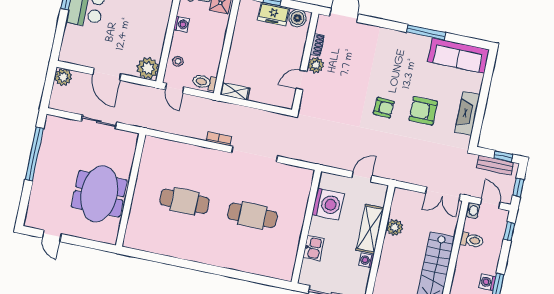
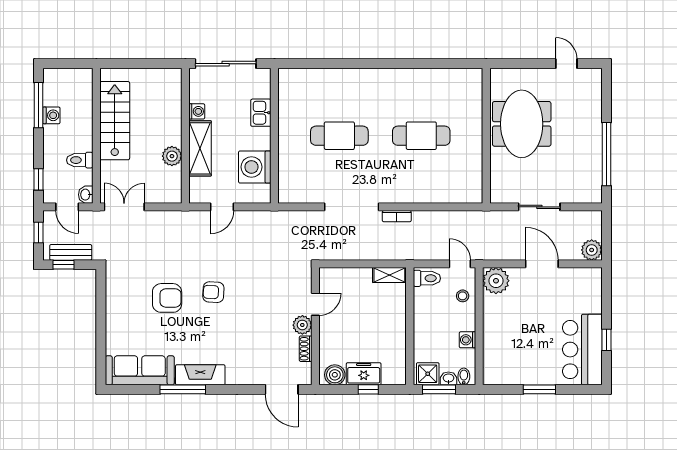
fireplace: (467, 113) -> (200, 375), moved, turned -90

